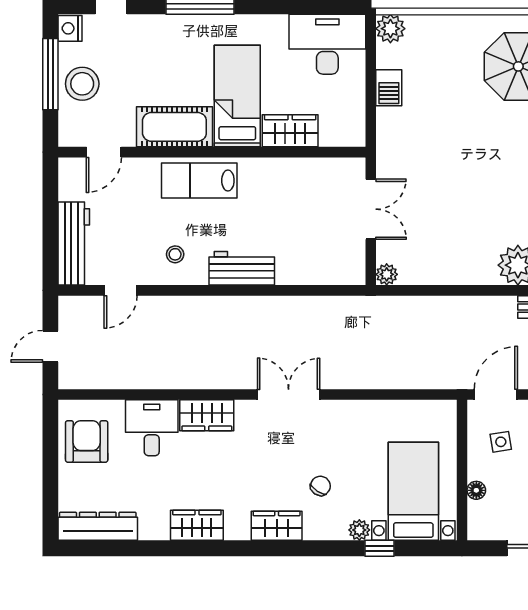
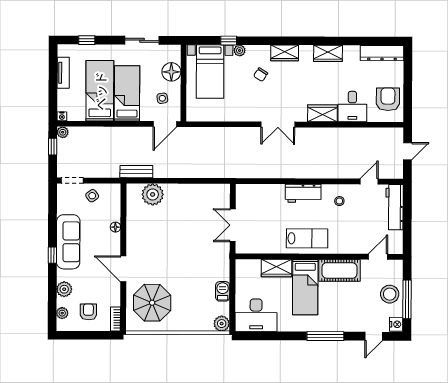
lab bench: (199, 180) -> (307, 238), moved
plant: (387, 274) -> (224, 190), removed
armchair: (87, 441) -> (388, 99), turned 180
floor lamp: (476, 490) -> (171, 72), width x1.89, depth x1.89

